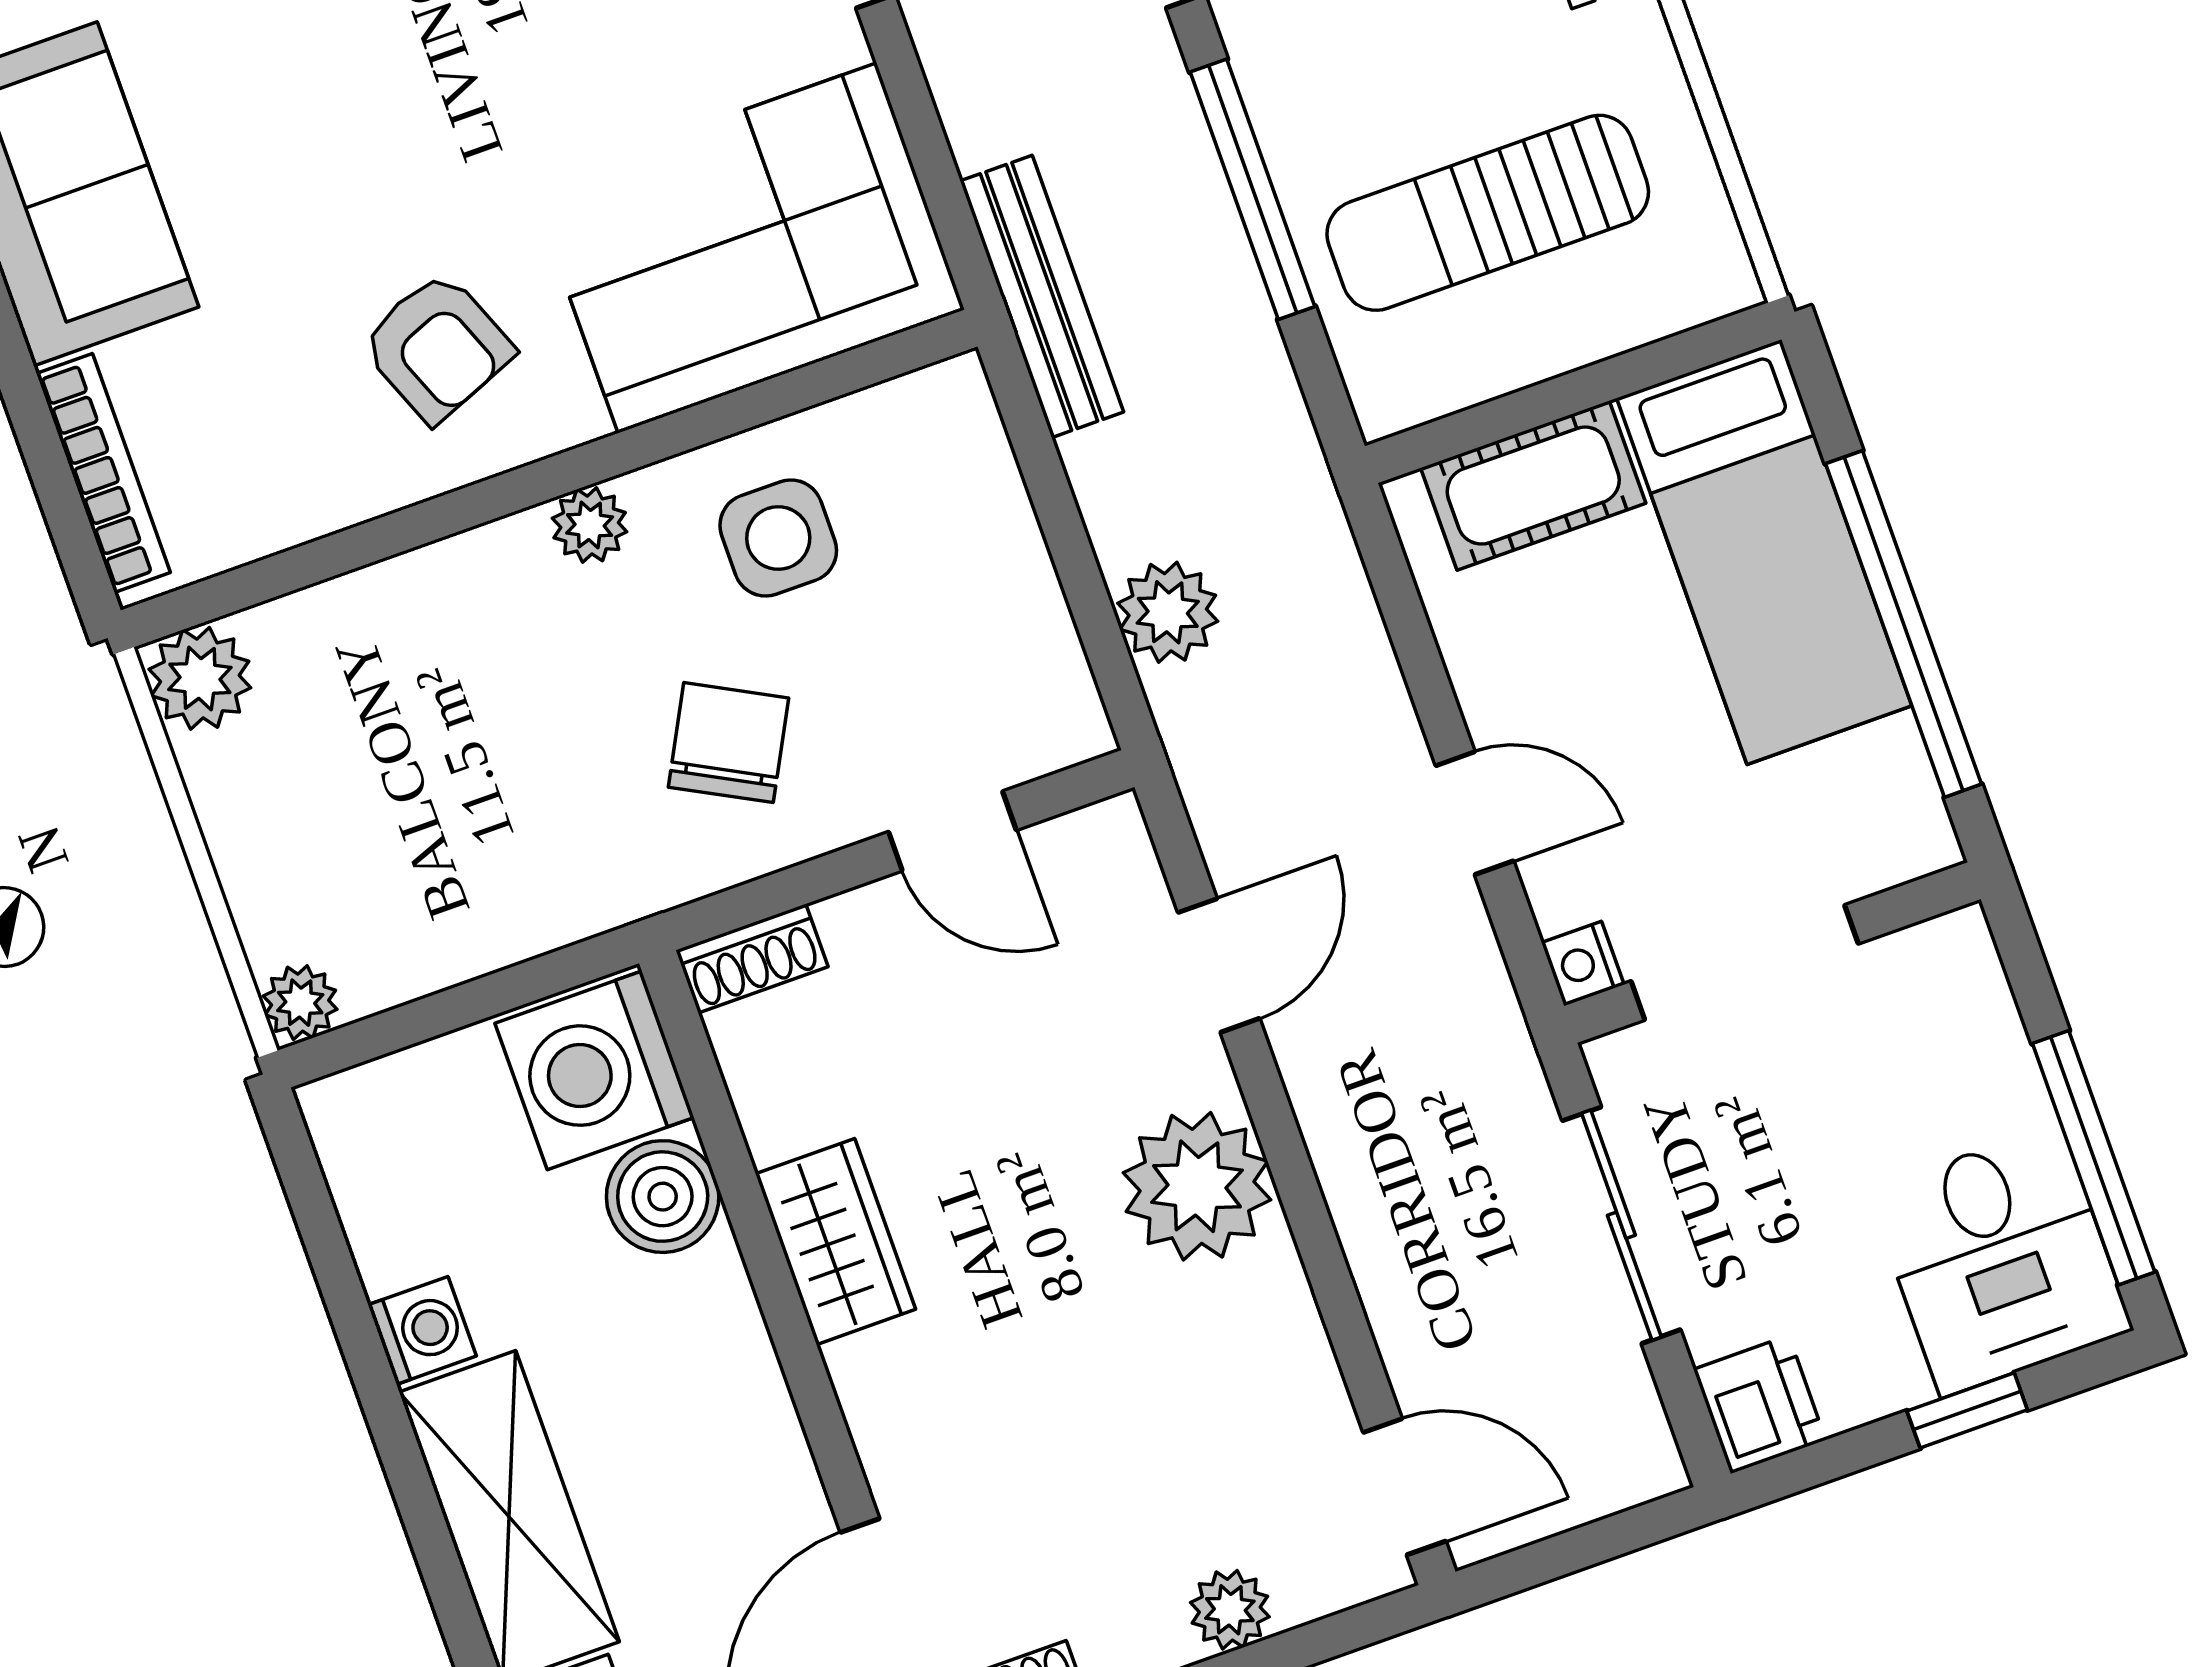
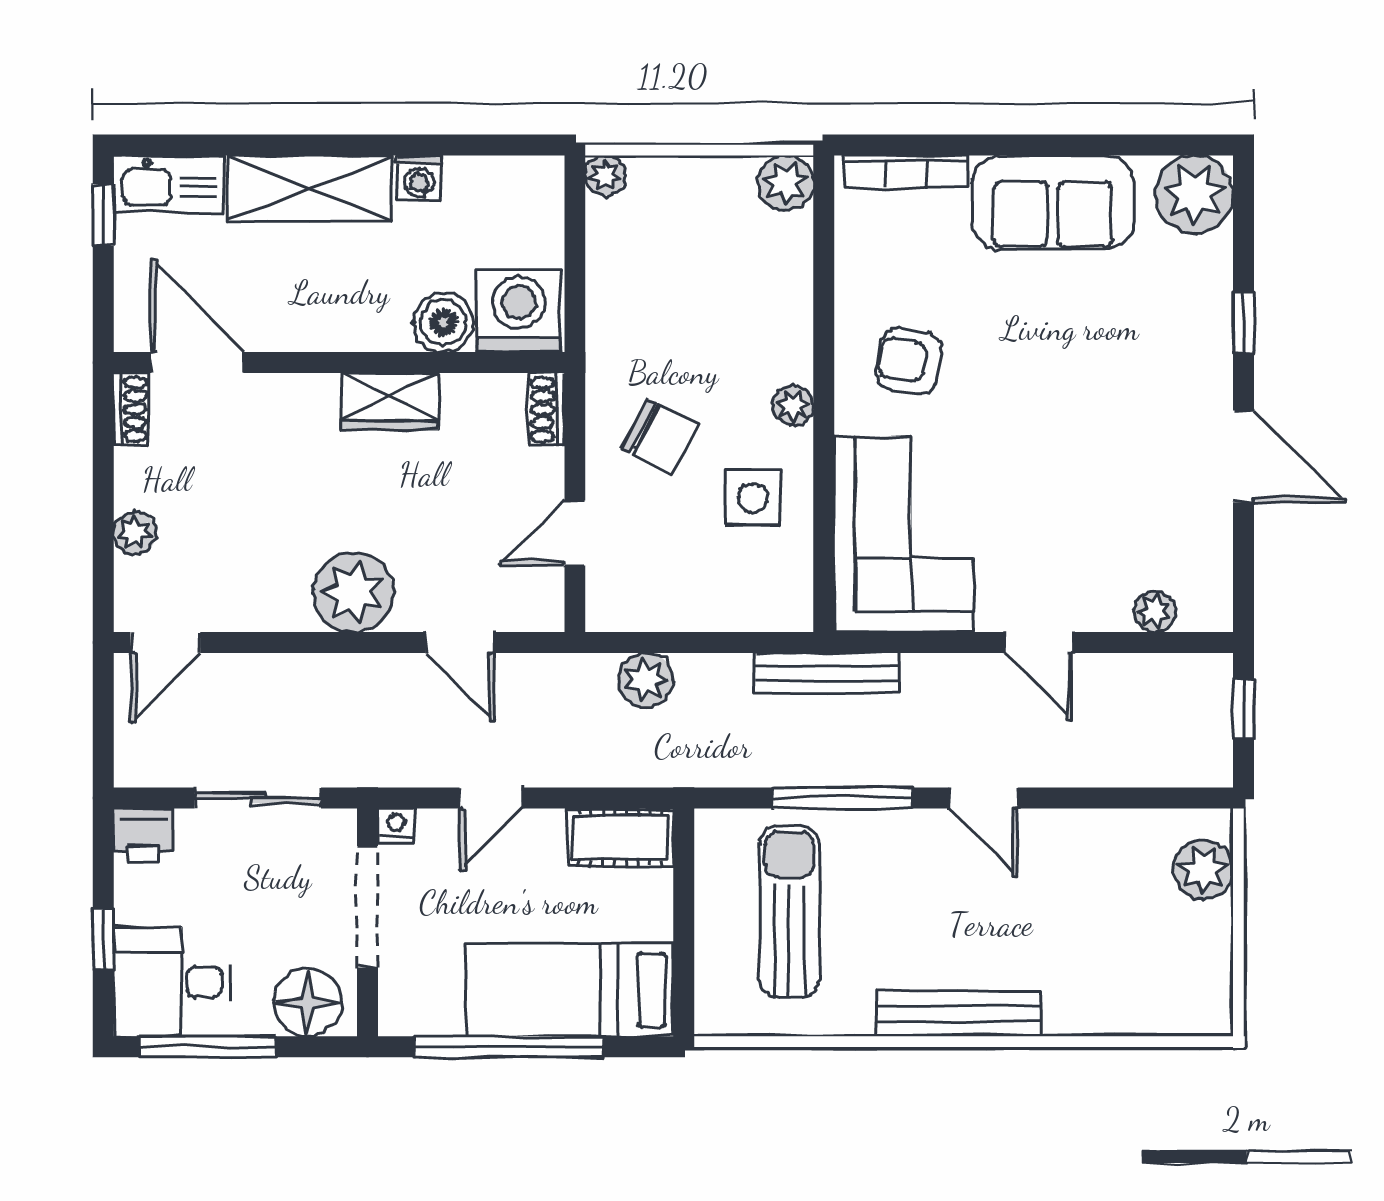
armchair: (437, 347) -> (910, 361), turned 31
cot: (1533, 486) -> (620, 837), moved, turned 90
floor lamp: (1951, 1008) -> (308, 1002), added

